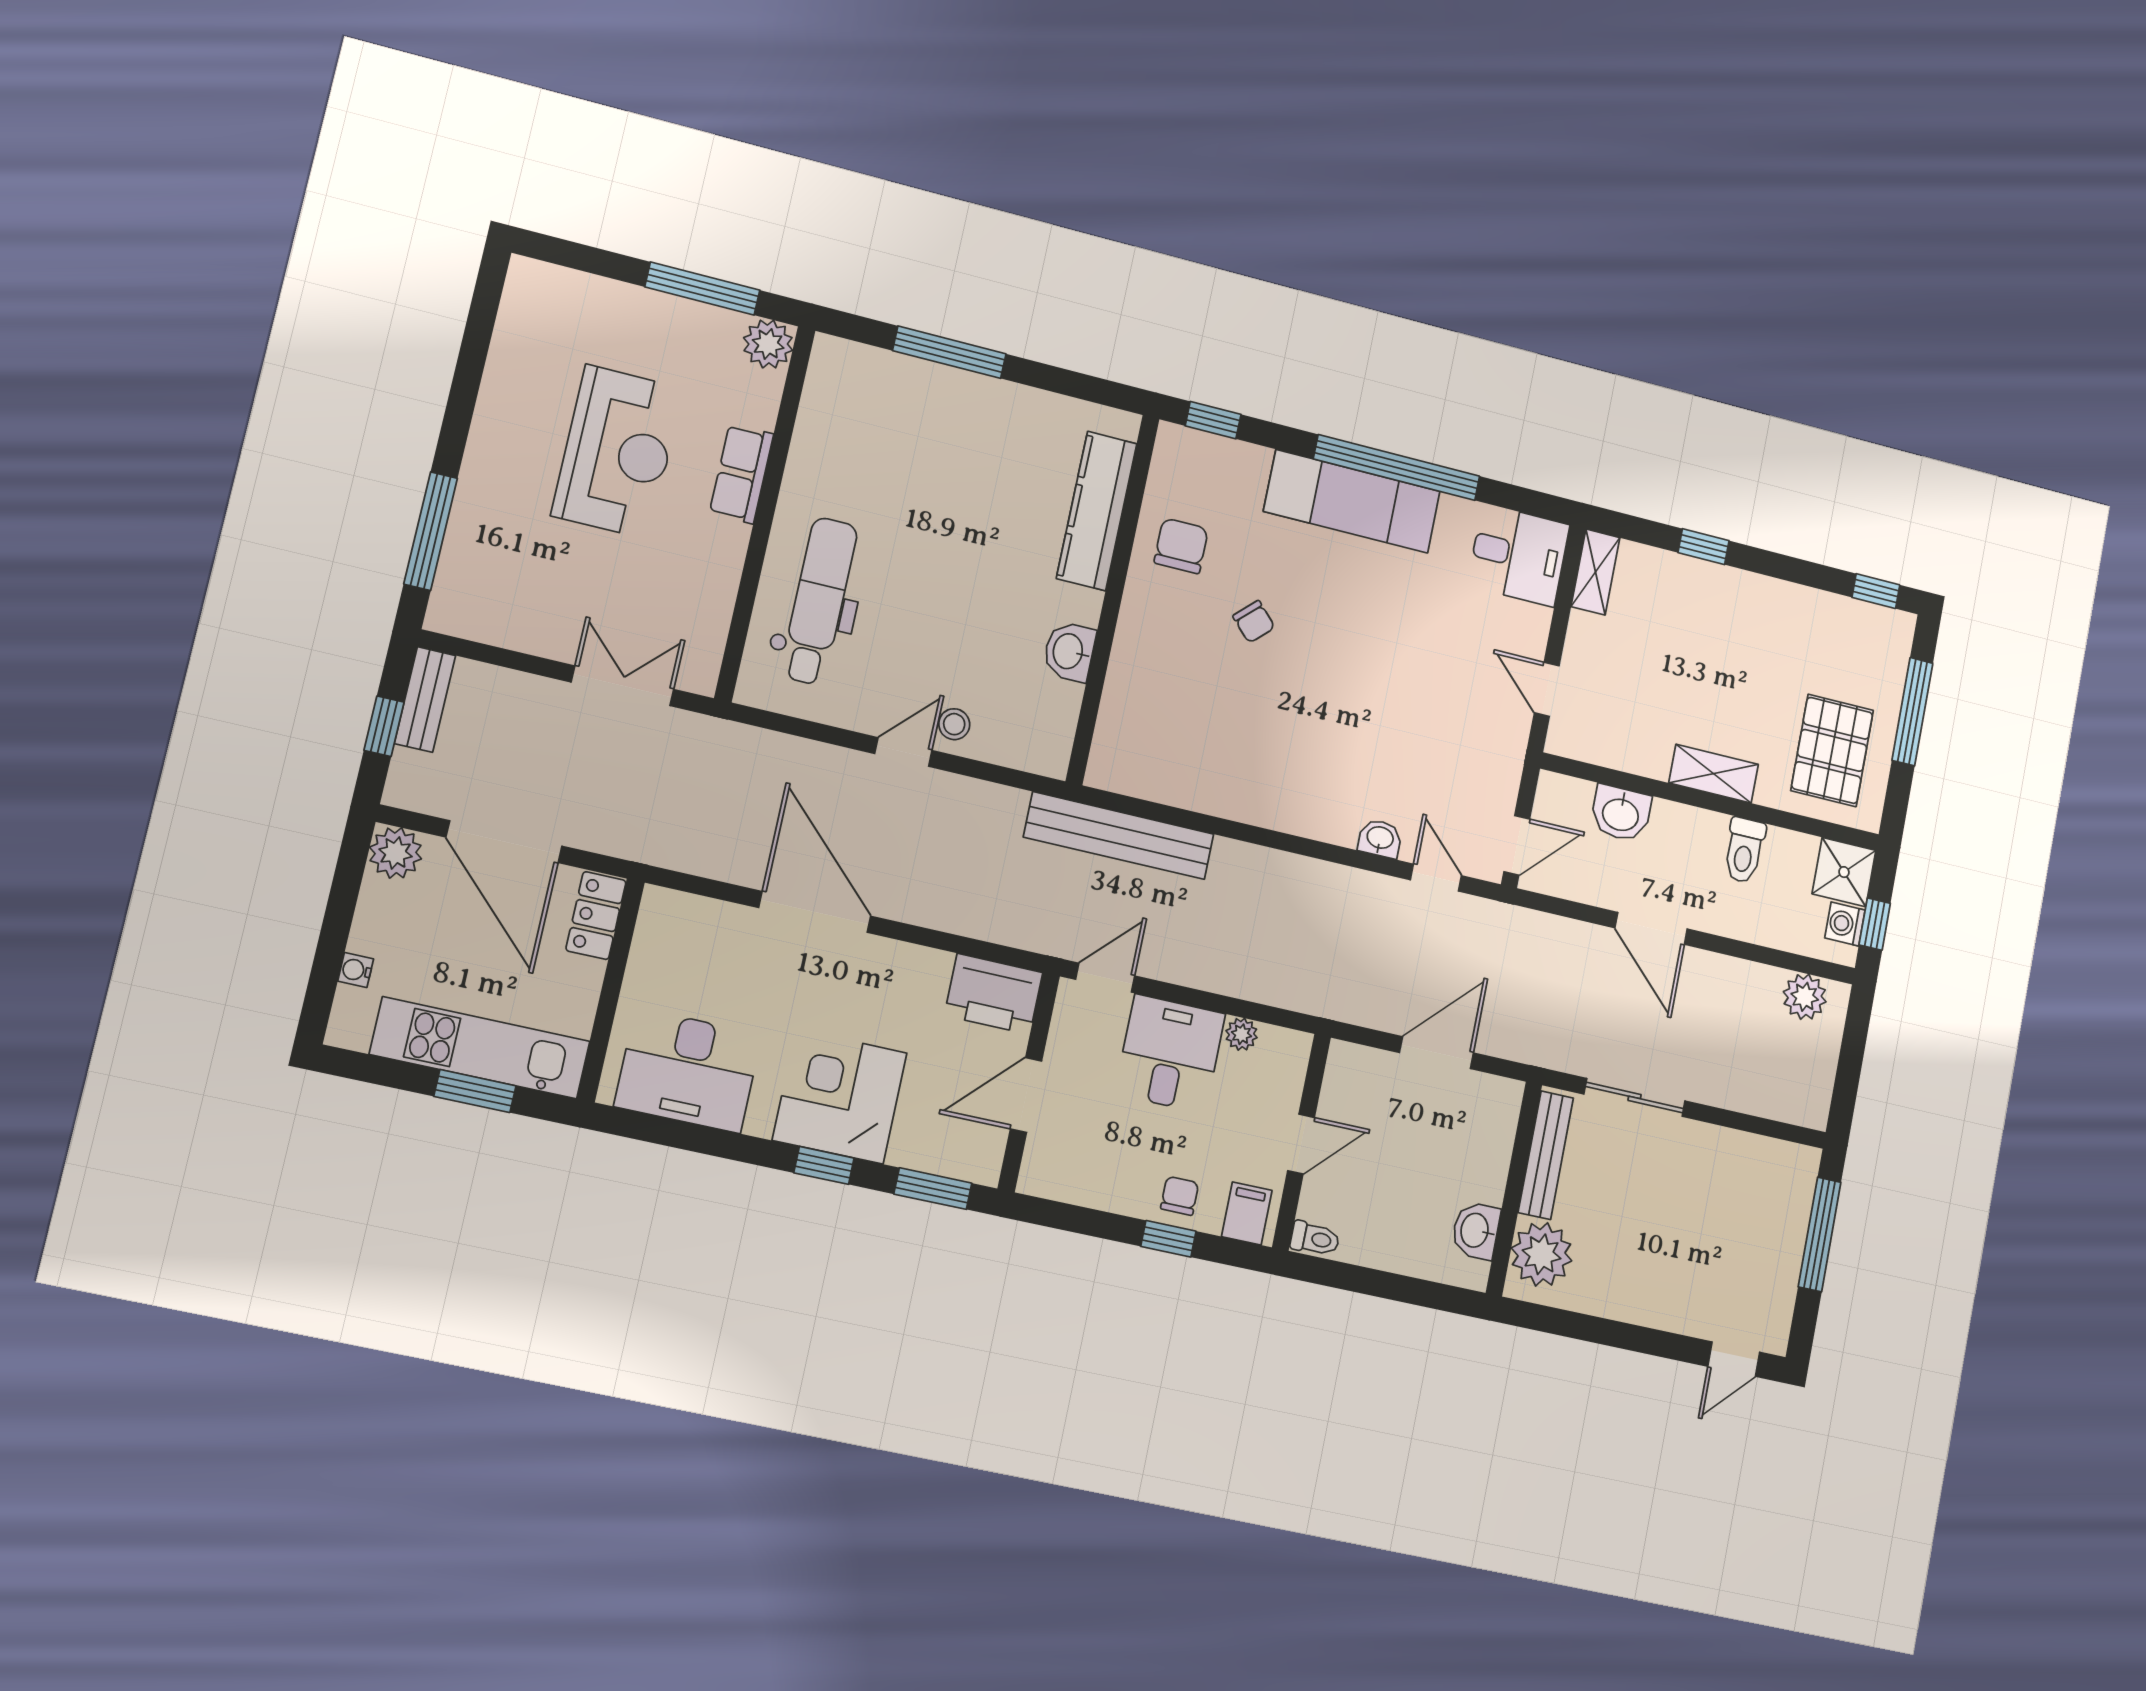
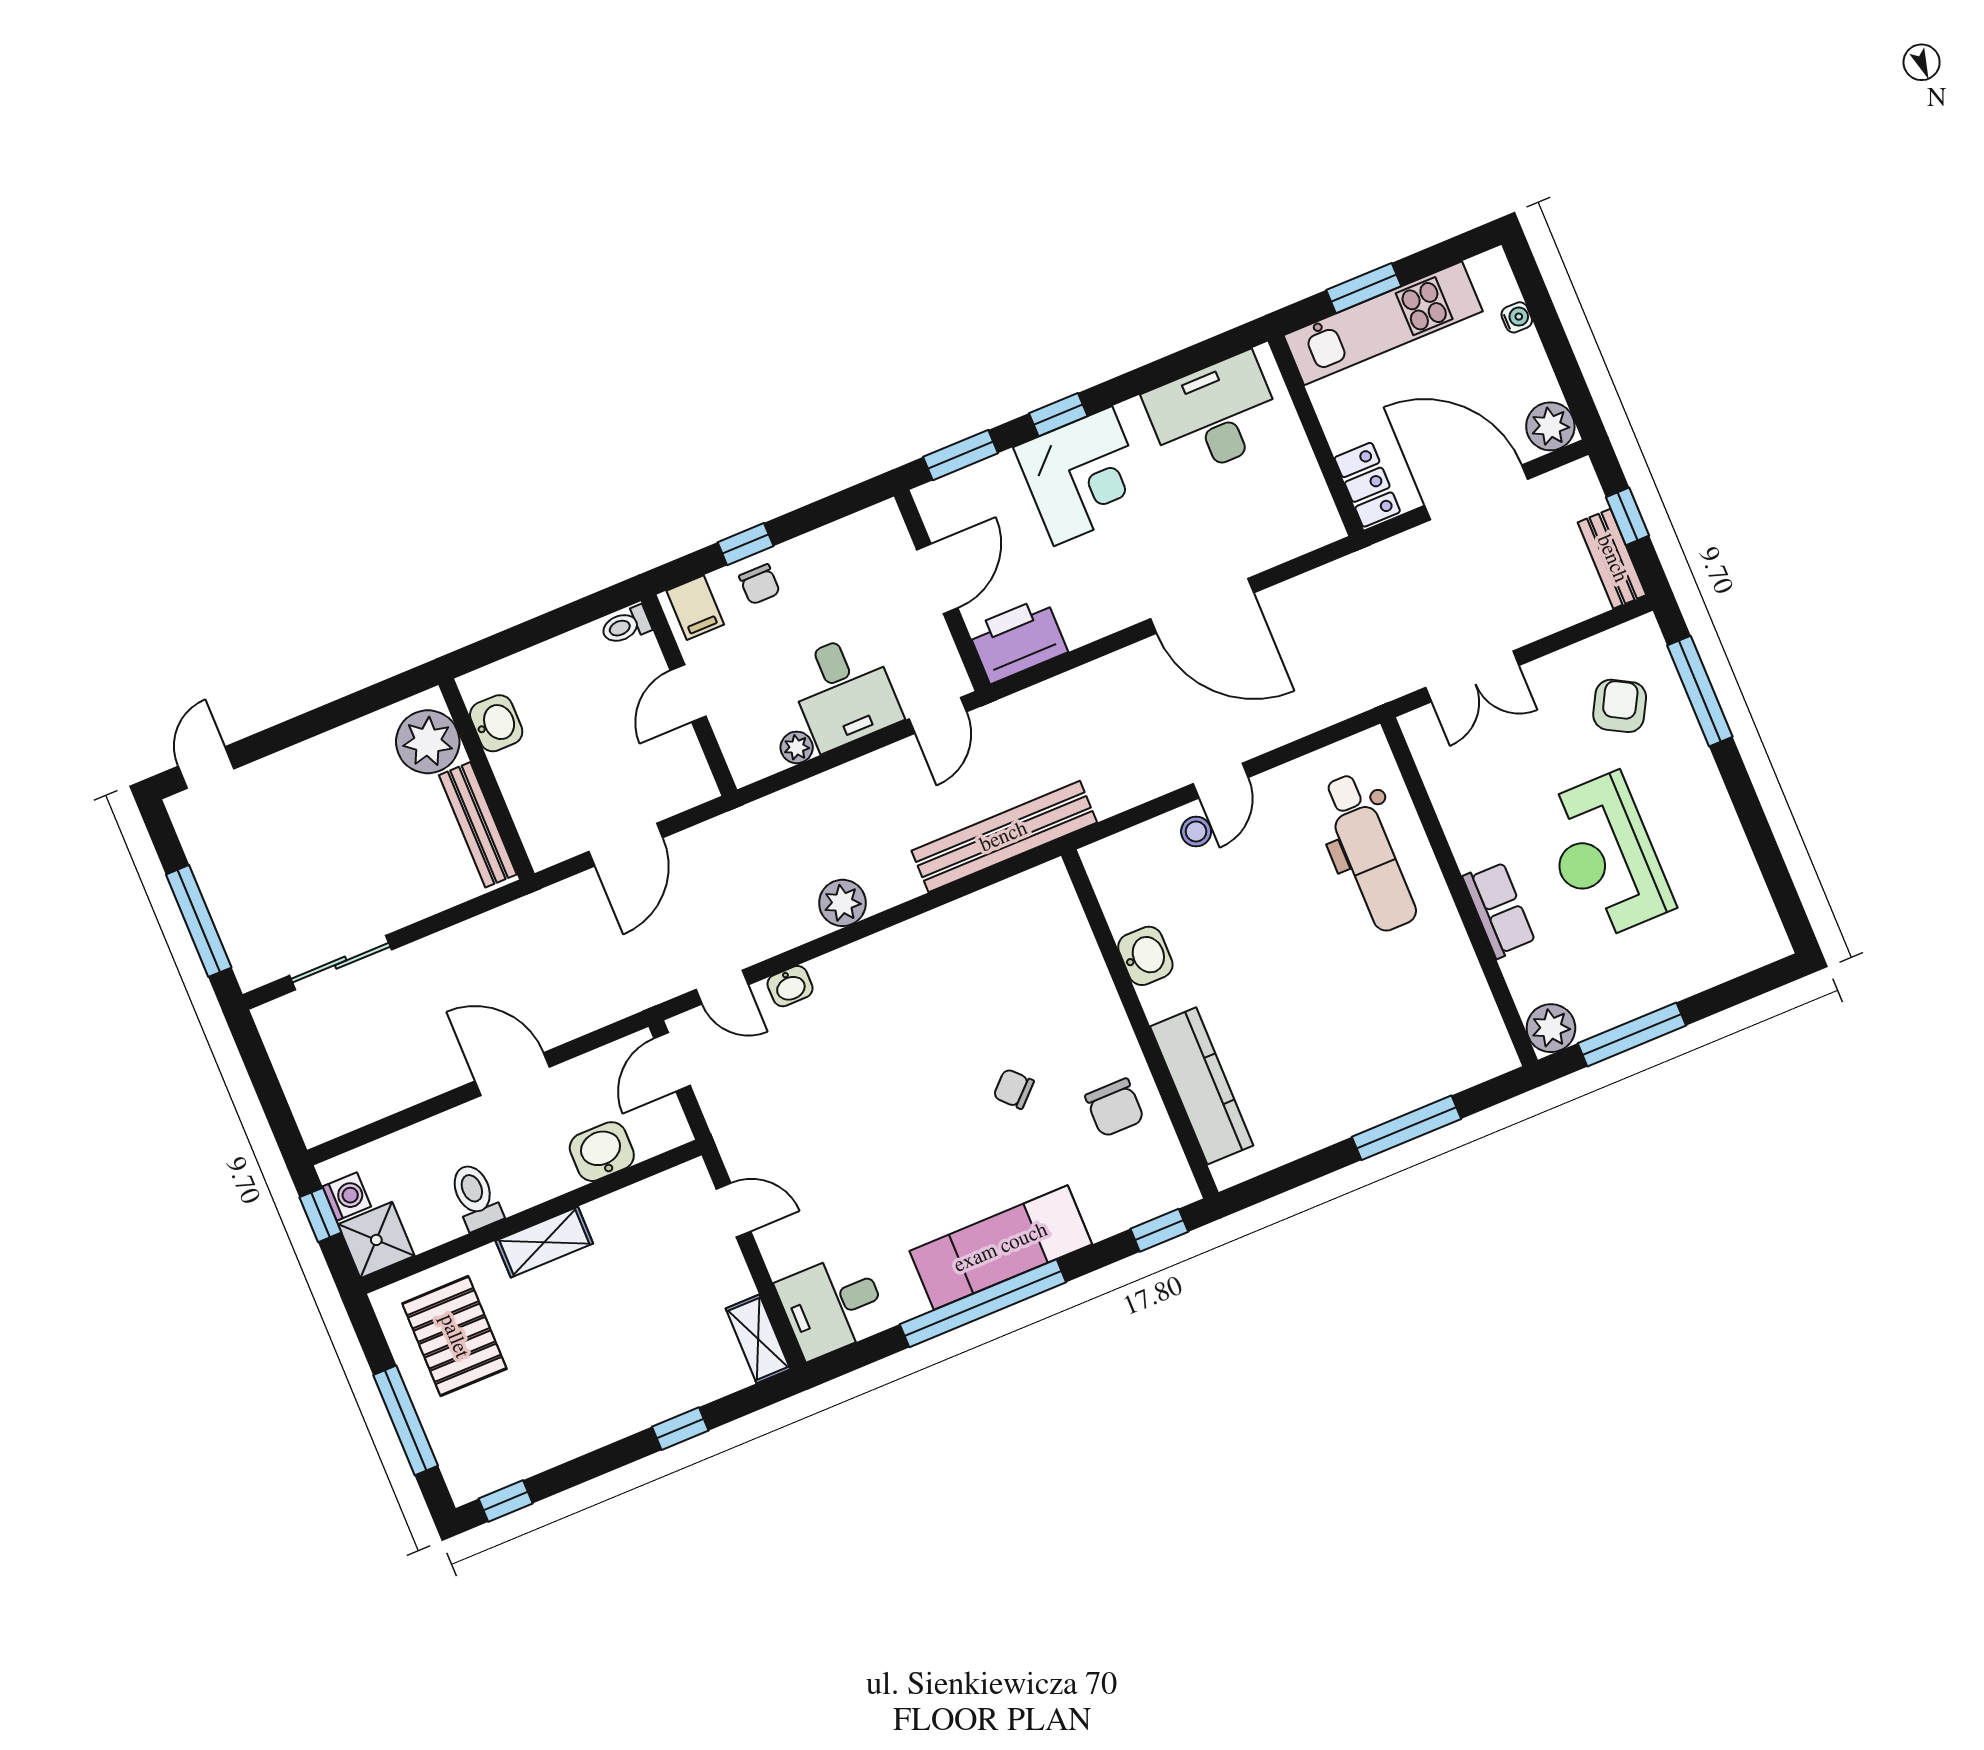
armchair: (511, 569) -> (1620, 706), added
plant: (1805, 997) -> (842, 903), moved
sliding door: (1635, 1097) -> (341, 963), moved

